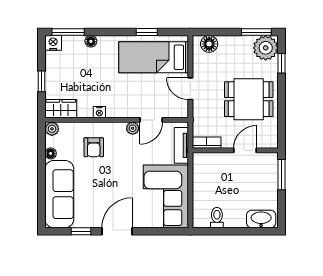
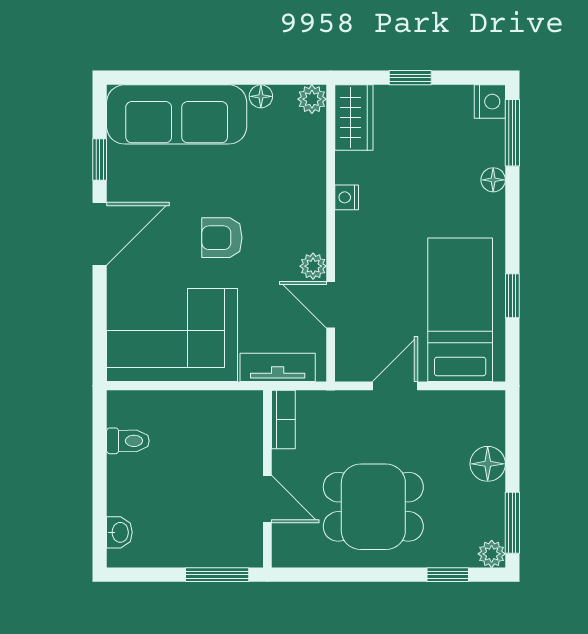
floor lamp: (209, 44) -> (488, 464), moved
plant: (266, 48) -> (492, 554), width x0.53, depth x0.53
dining table: (249, 99) -> (373, 507), turned 90
armchair: (94, 147) -> (222, 238), moved
washbasin: (261, 219) -> (119, 532), width x0.52, depth x0.69
door: (117, 231) -> (100, 234), hinge flipped

